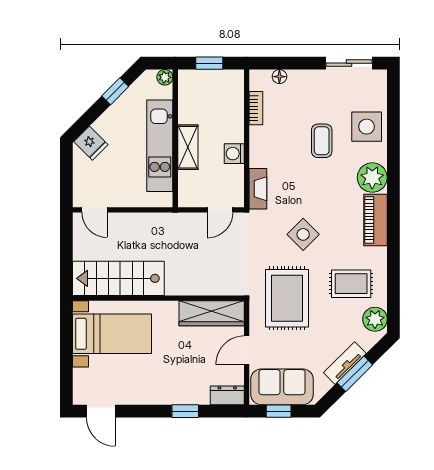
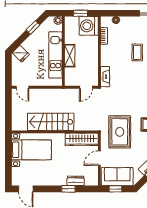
washing machine: (234, 154) -> (89, 26), moved, width x1.89, depth x1.89
side table: (303, 234) -> (128, 100), removed
stairs: (118, 278) -> (51, 122), moved
dresser: (227, 395) -> (76, 181), moved

